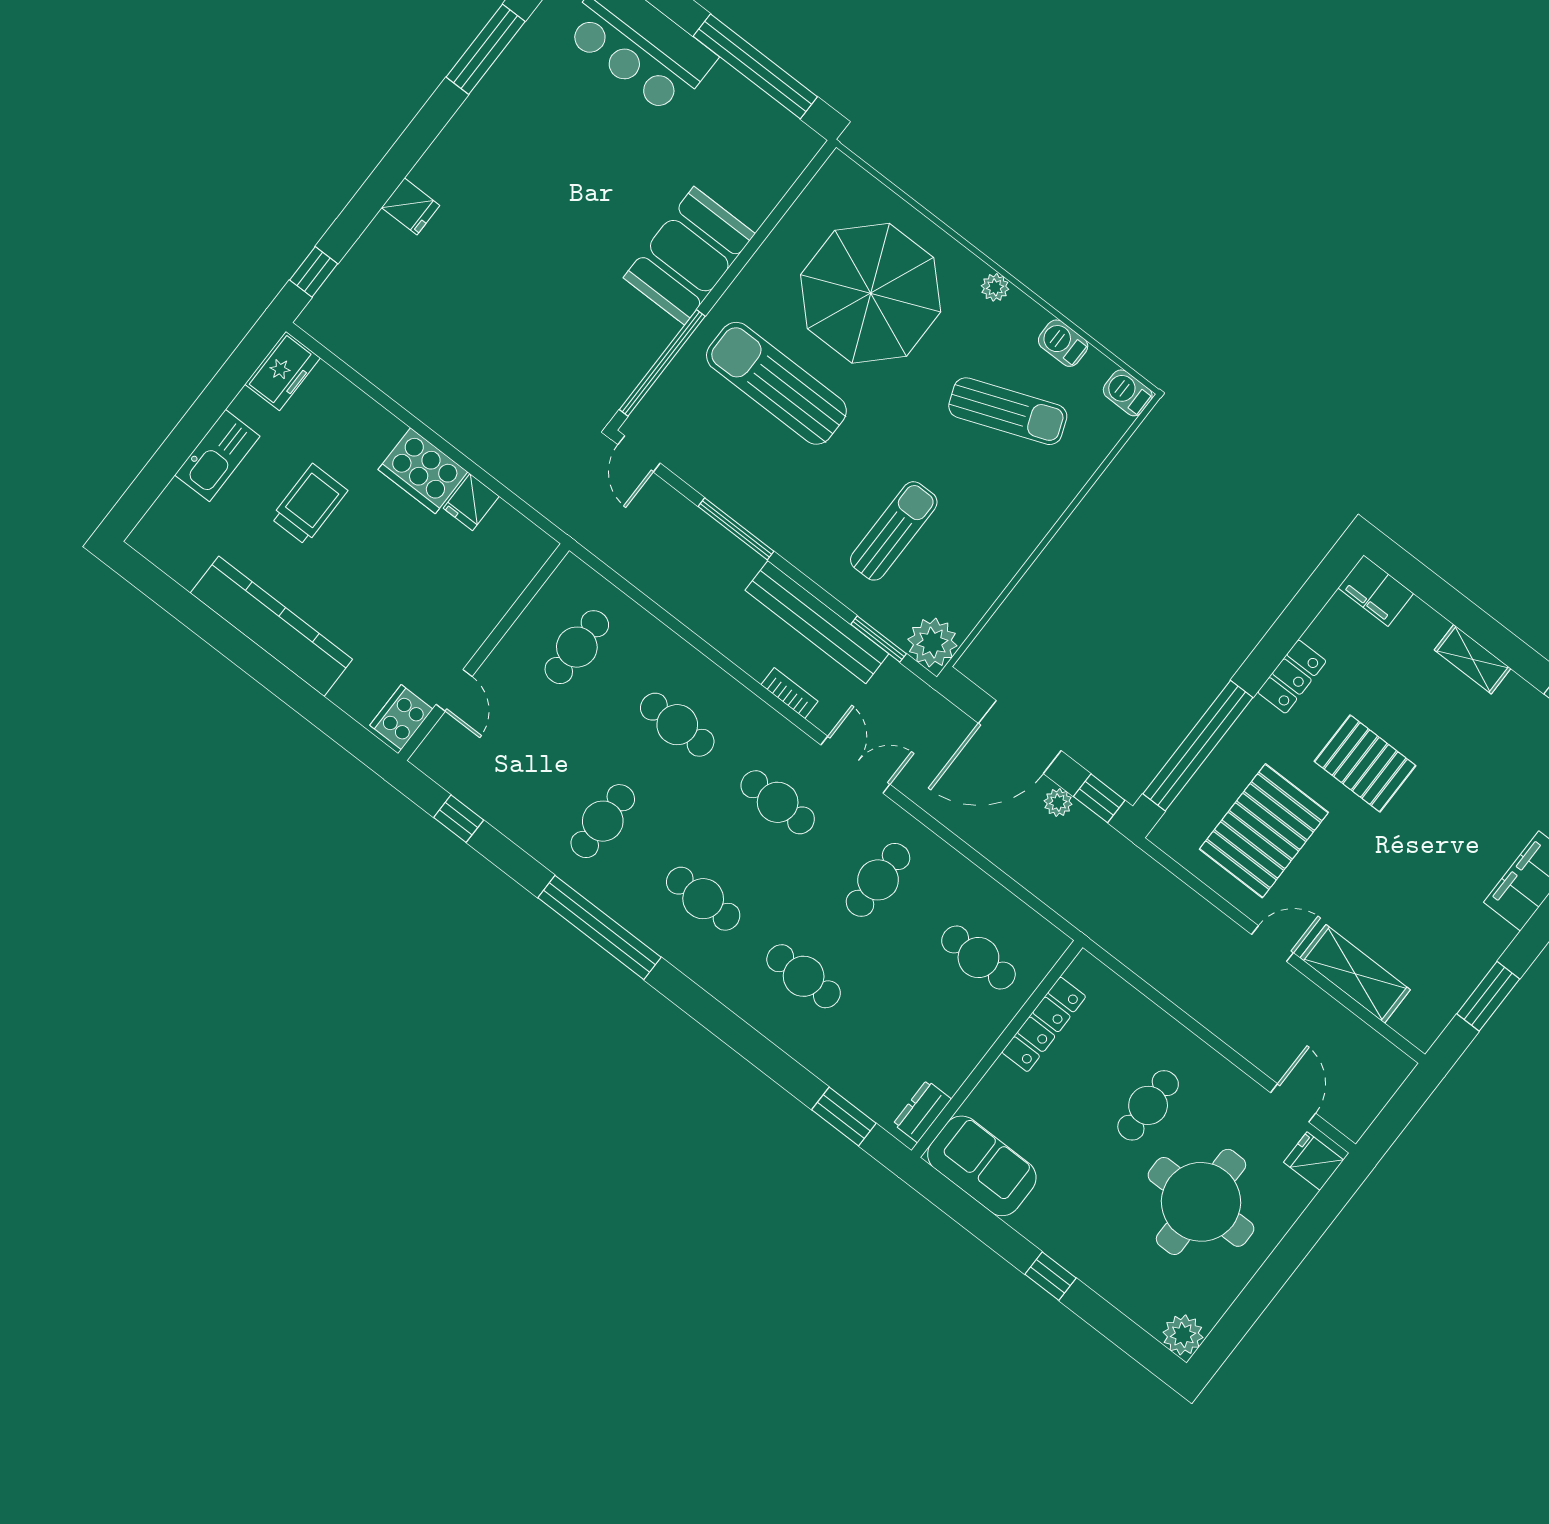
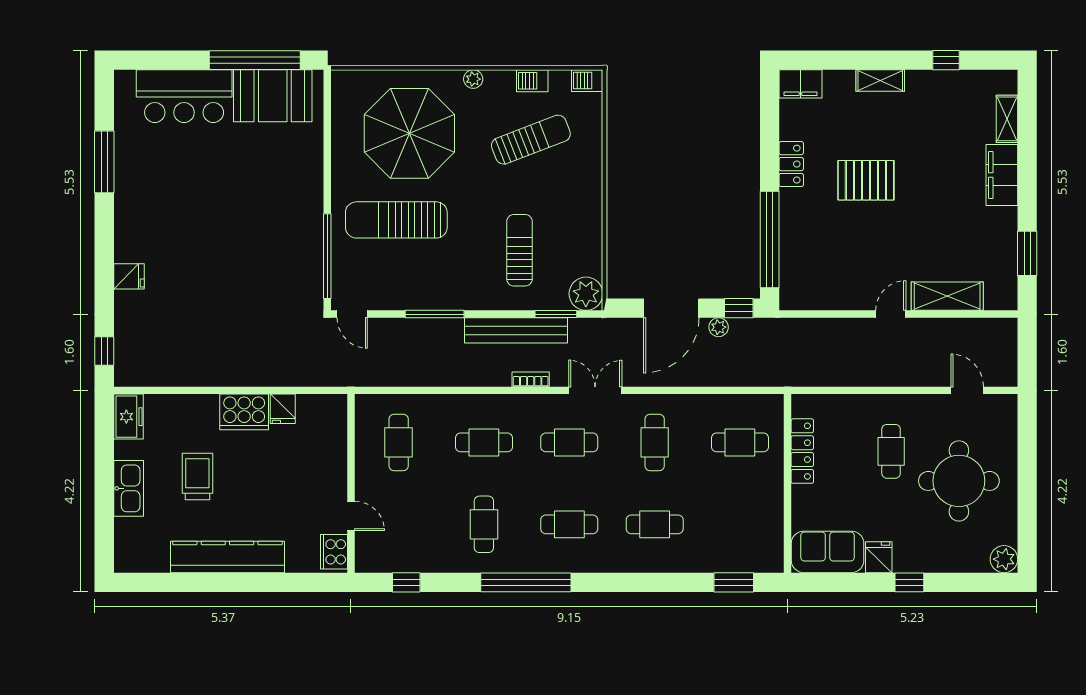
booth: (689, 256) -> (273, 96), moved, turned 90
pallet: (1264, 831) -> (840, 258), removed
dresser: (922, 1111) -> (773, 548), removed
fridge: (1314, 1161) -> (879, 557), moved, turned 90

